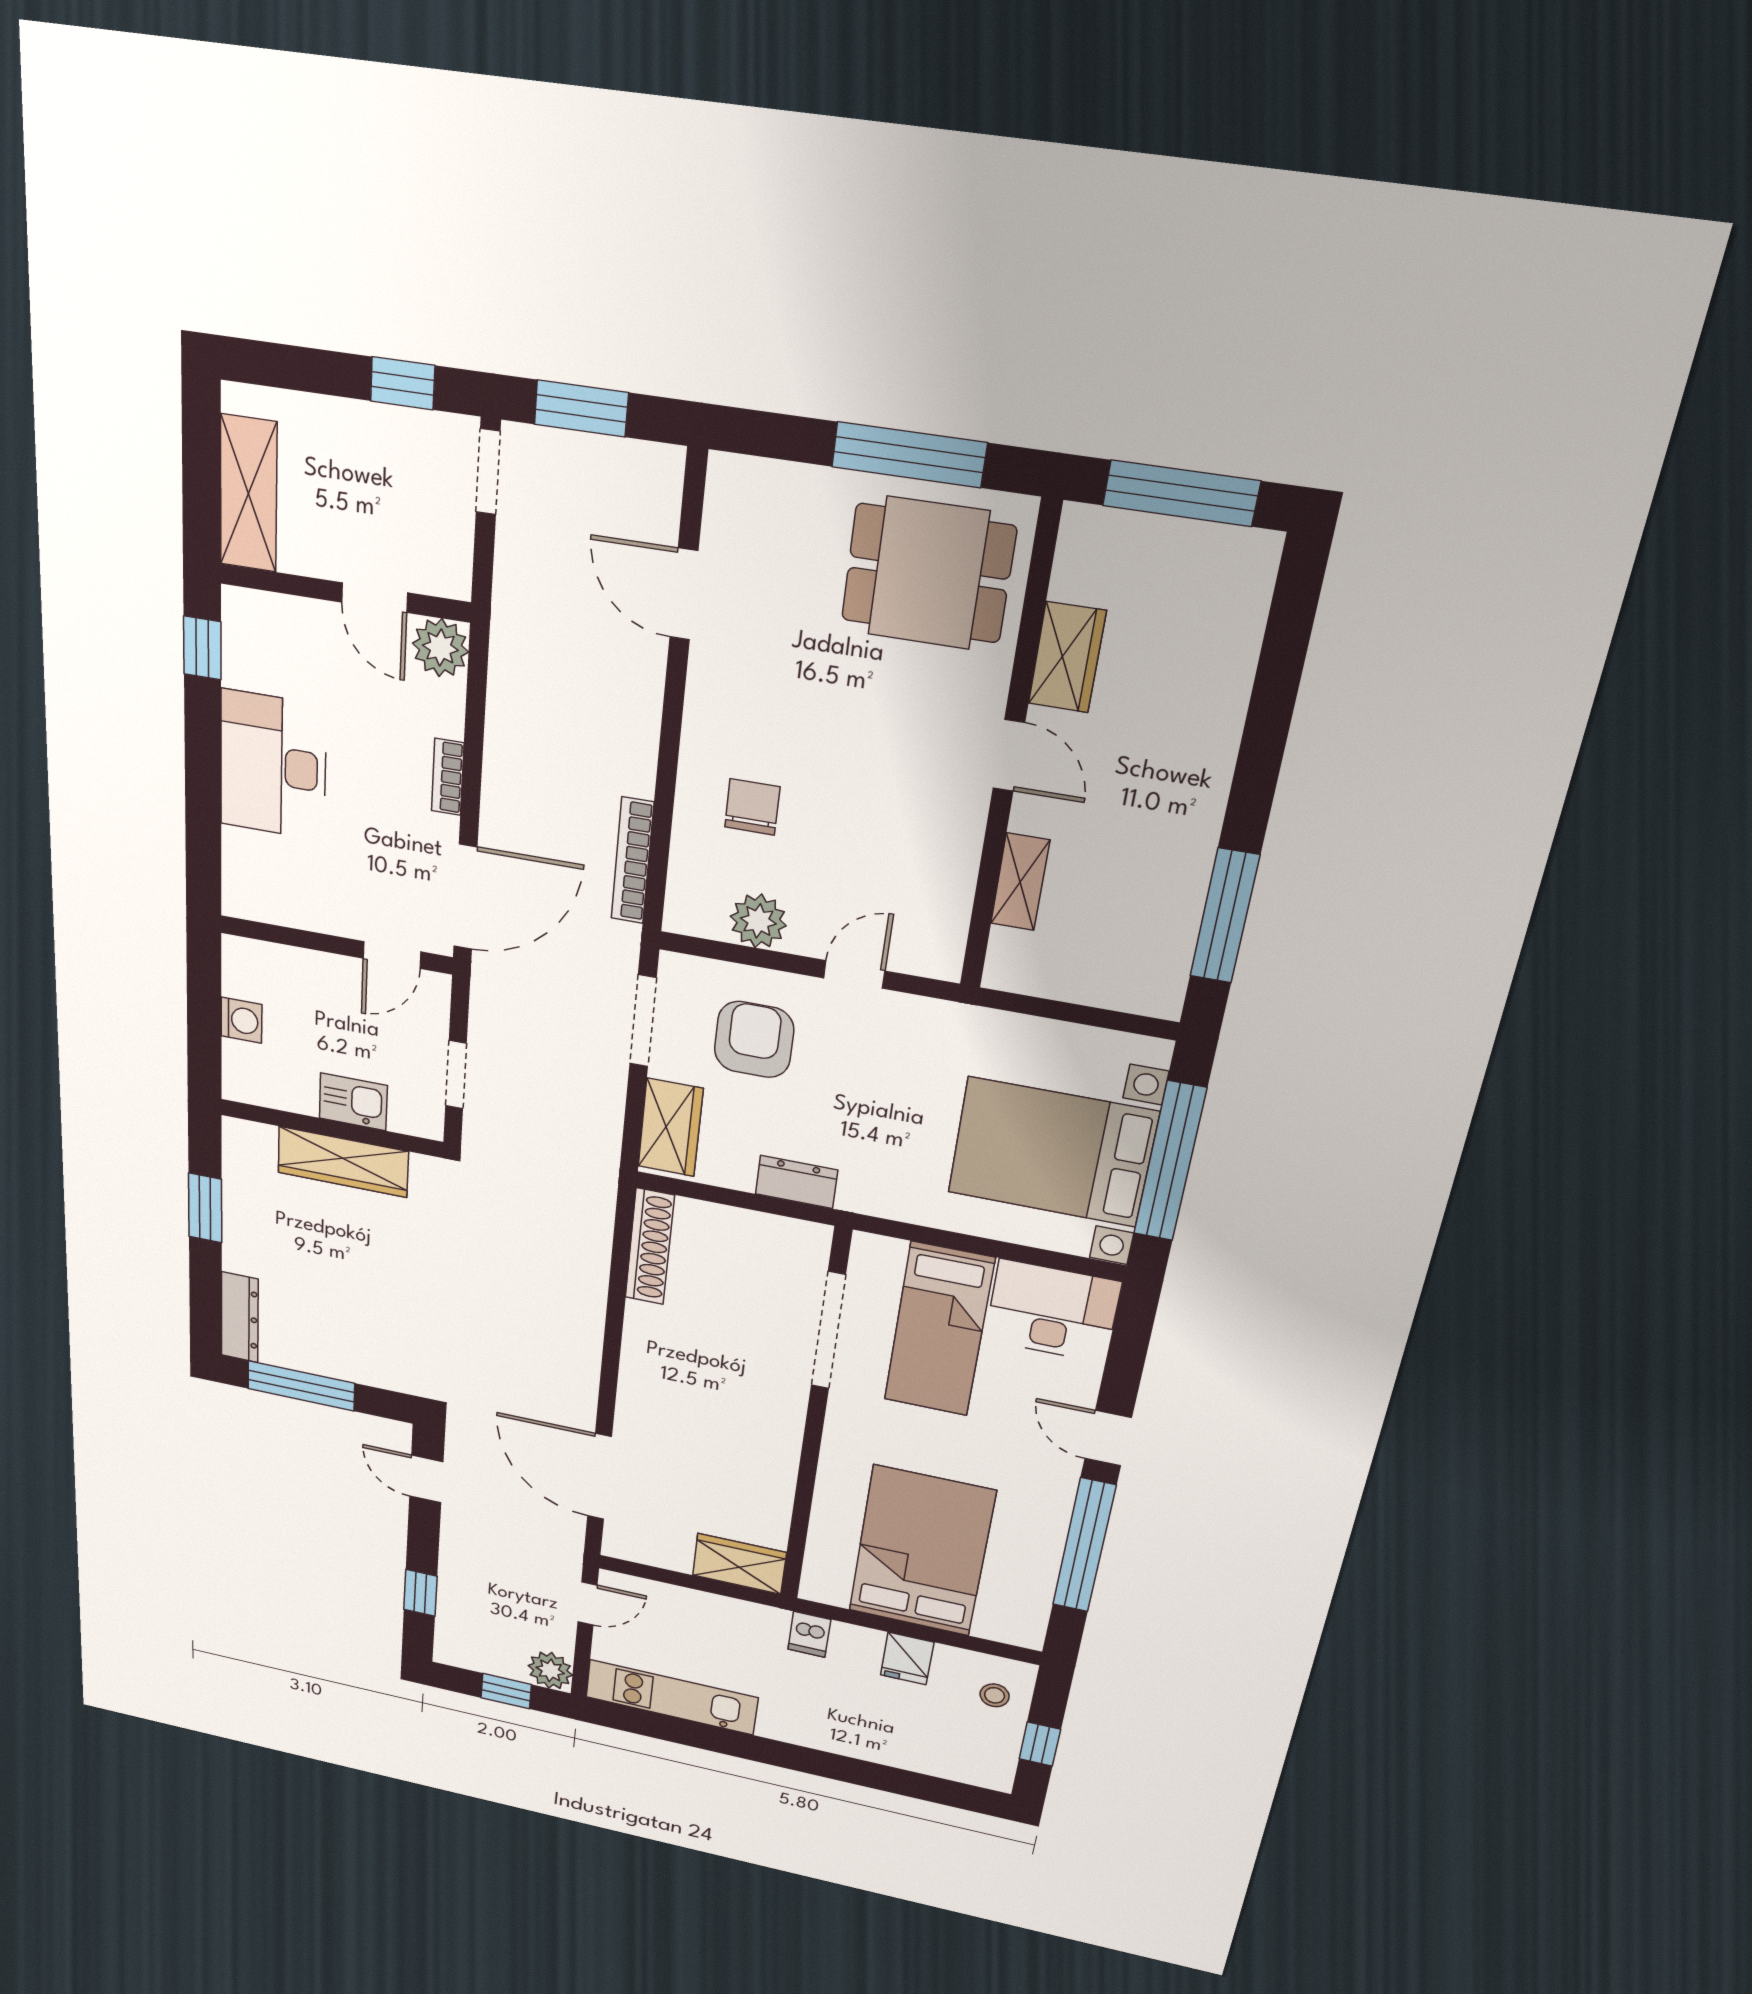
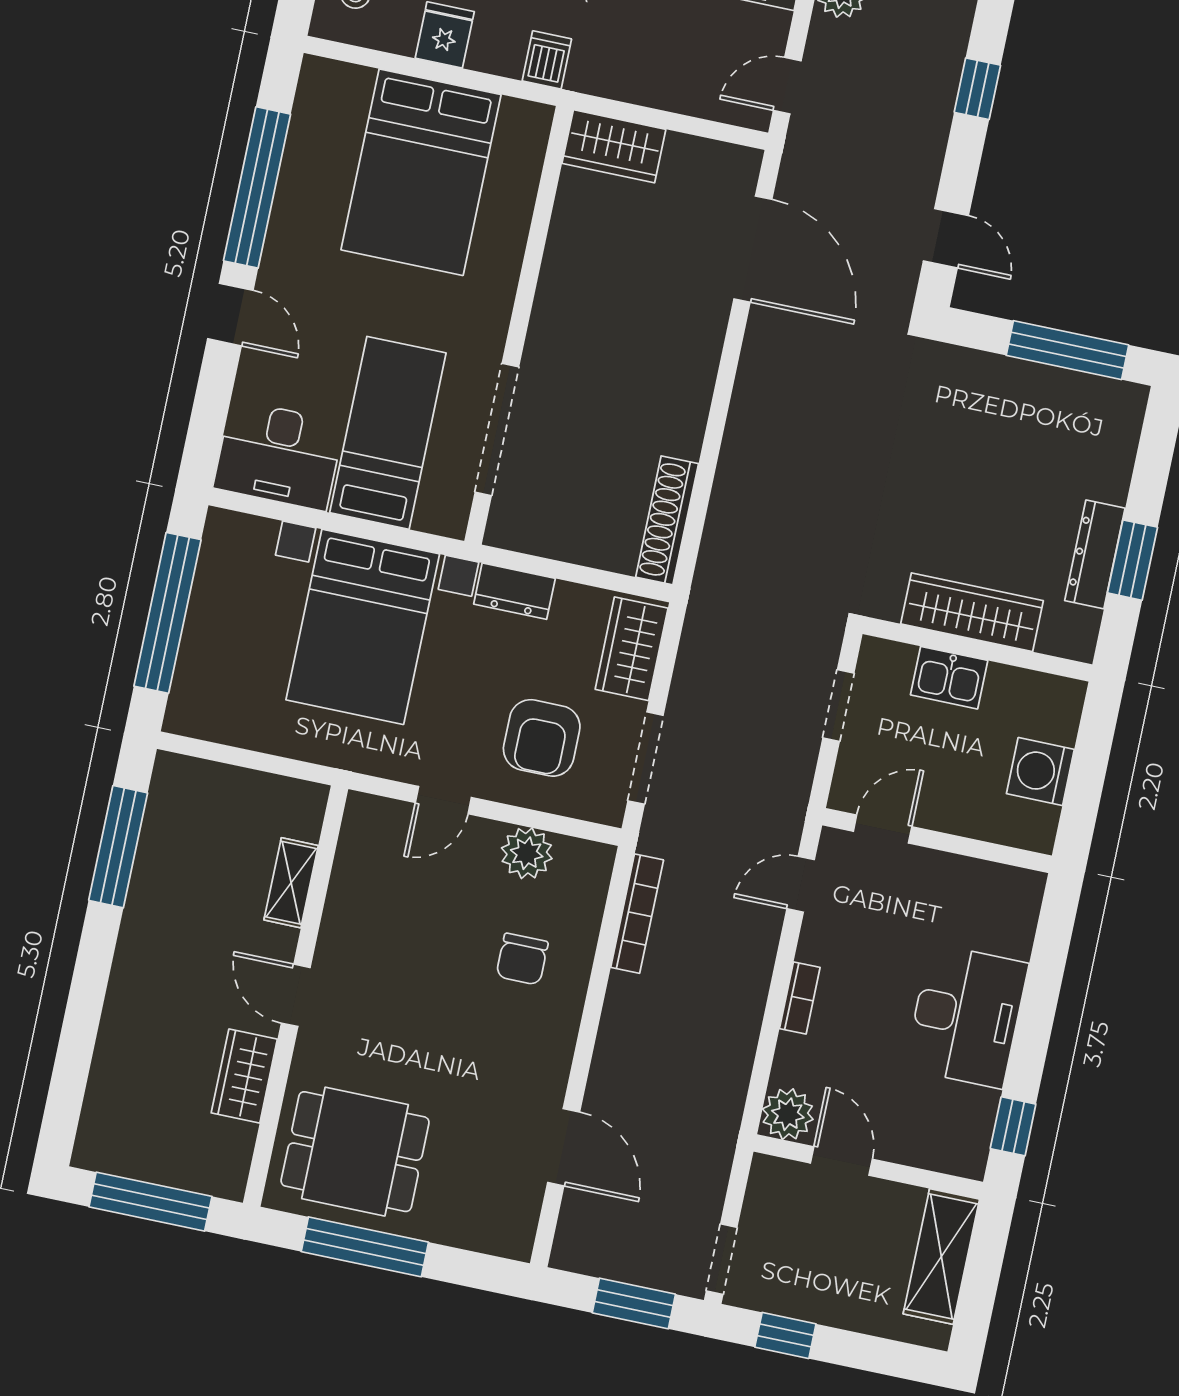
door: (465, 897) -> (801, 884), width x0.53
washing machine: (241, 1020) -> (1040, 771), width x1.38, depth x1.38
bed with nightstands: (1052, 1152) -> (363, 627), moved, turned 90
dresser: (240, 1317) -> (1095, 554), moved

